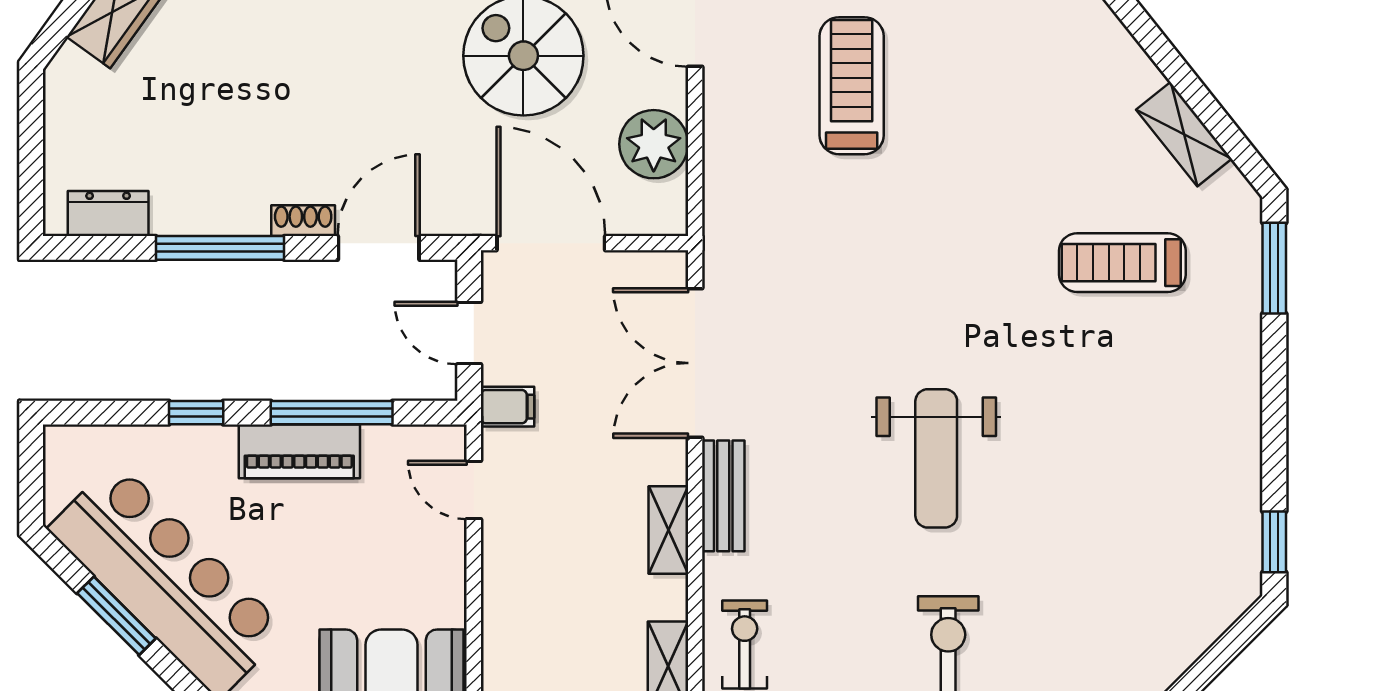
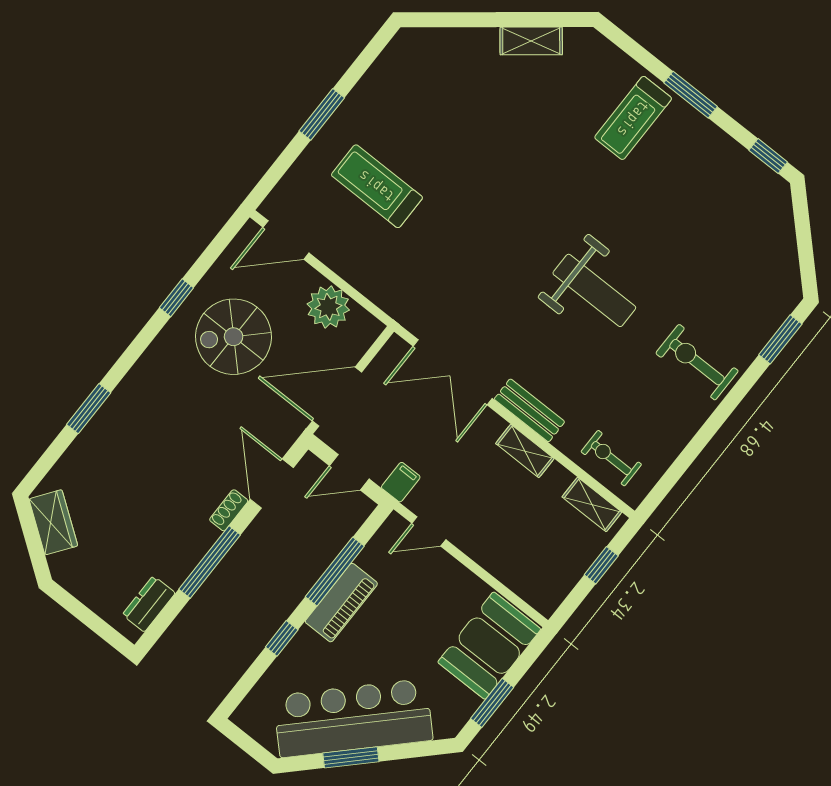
treadmill: (1122, 263) -> (633, 118), moved
window: (1274, 268) -> (691, 95), moved

